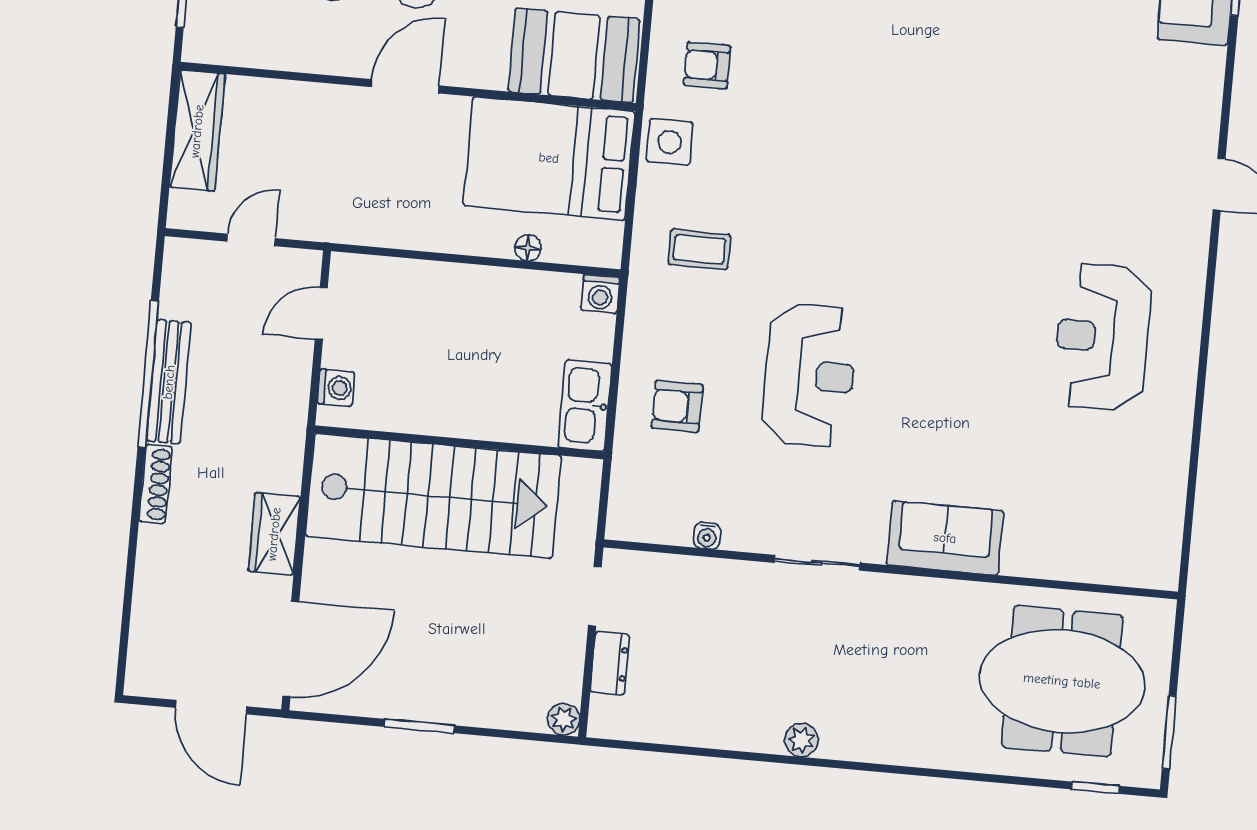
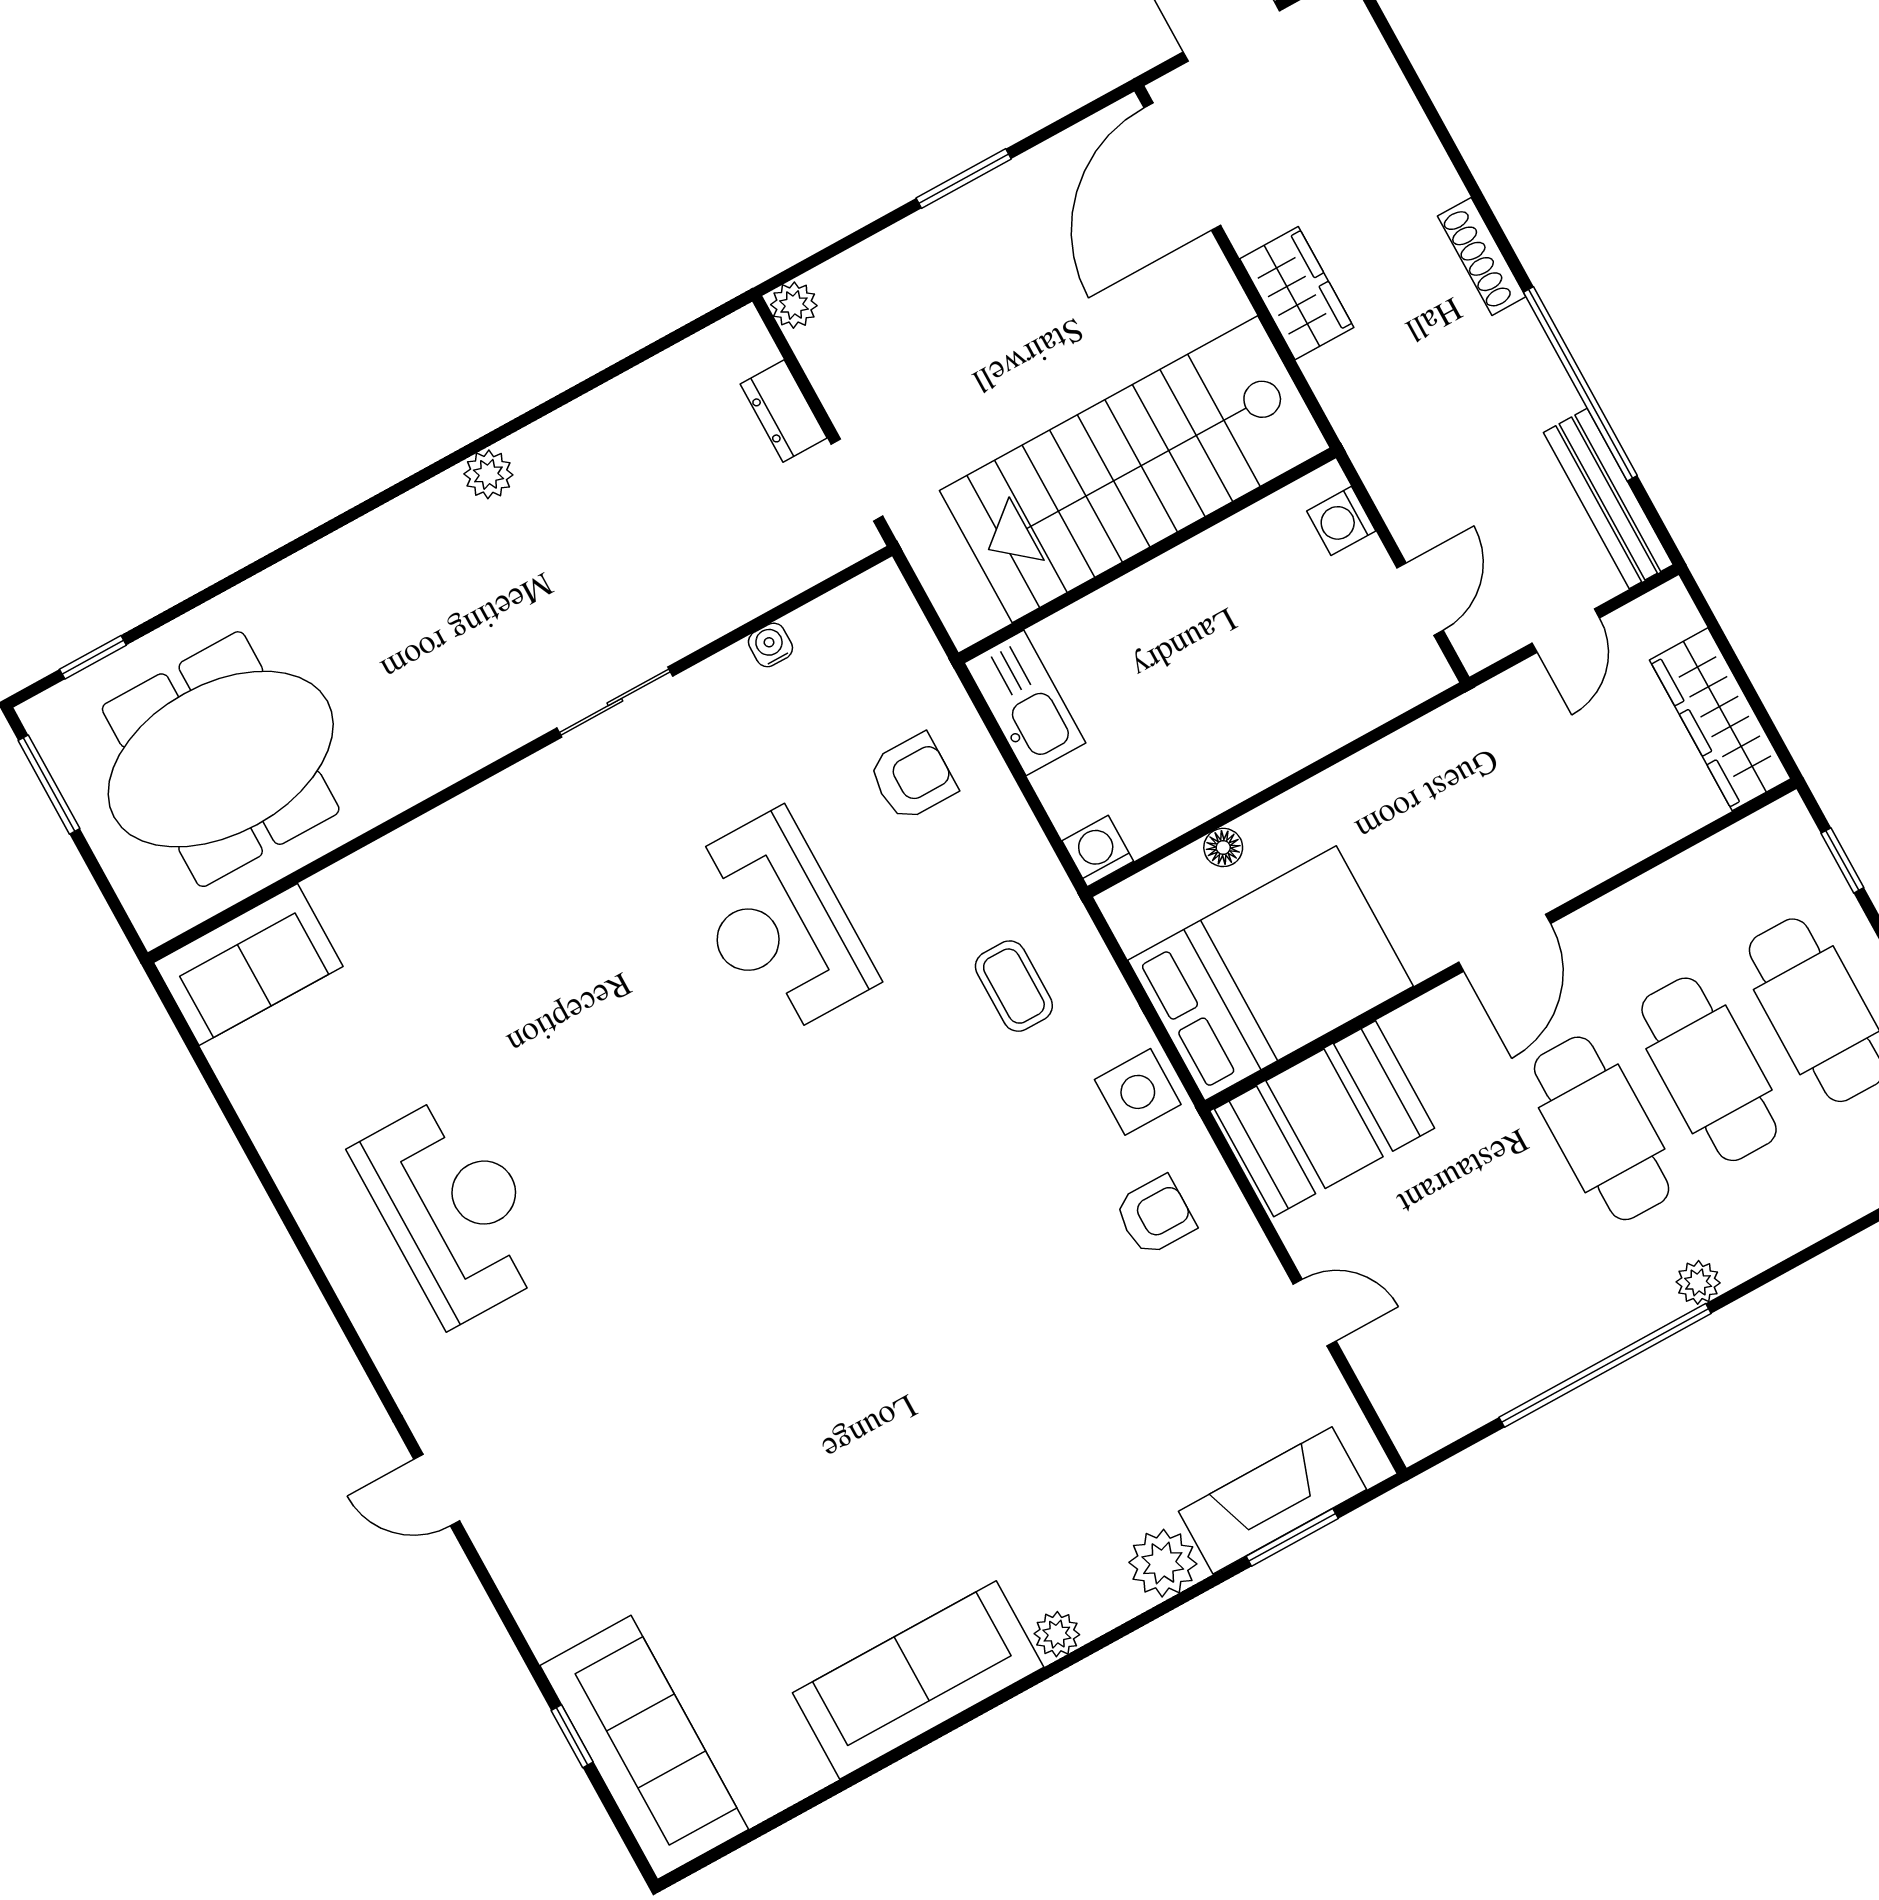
coffee table: (699, 249) -> (1014, 986), turned 90
bench: (169, 382) -> (1608, 499), moved
sofa: (945, 538) -> (248, 964), moved

